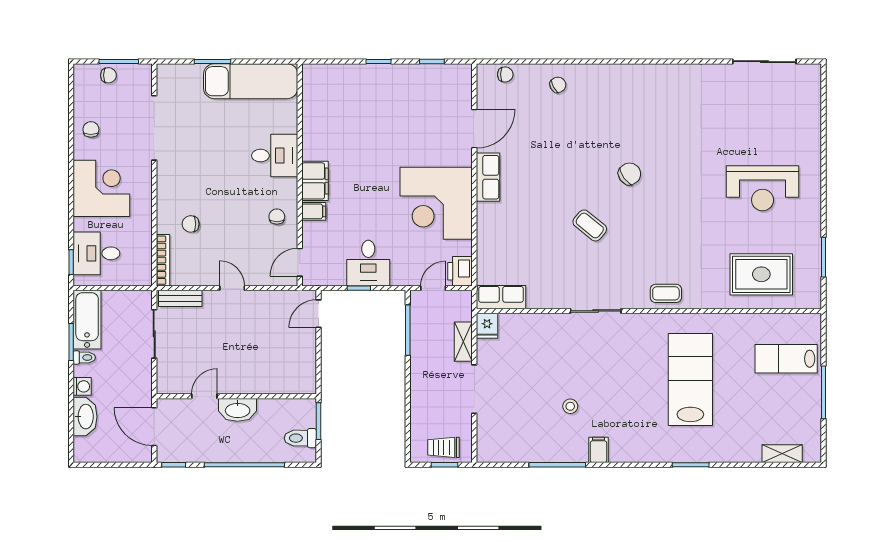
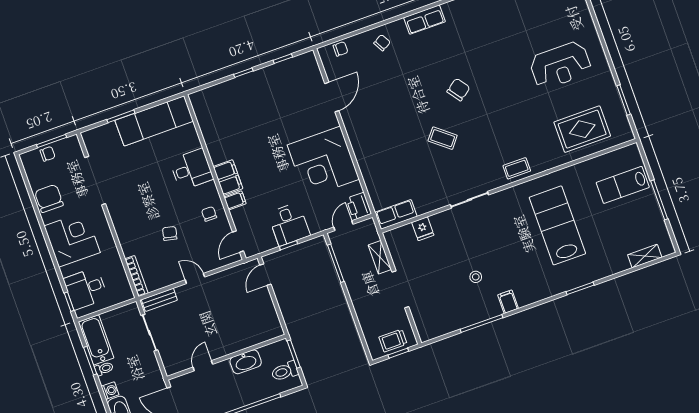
chair: (91, 129) -> (49, 198), width x1.87, depth x1.87
row of seats: (488, 177) -> (424, 20), moved, turned 90
chair: (191, 224) -> (170, 233), moved, turned 103
fridge: (487, 326) -> (423, 229), moved
washbasin: (238, 410) -> (246, 362), moved

